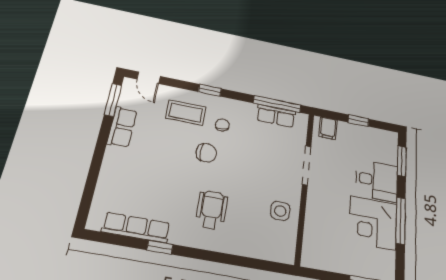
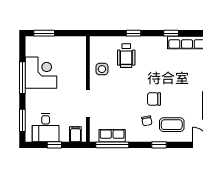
desk: (377, 180) -> (46, 128), moved, turned -90
wheelchair: (212, 210) -> (126, 56), moved
window: (223, 258) -> (134, 33), added

